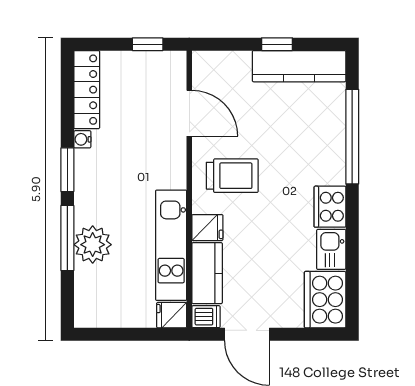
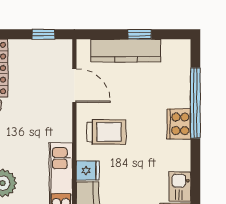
kitchen counter: (299, 66) -> (126, 51), moved
cooker: (330, 207) -> (179, 124), moved

